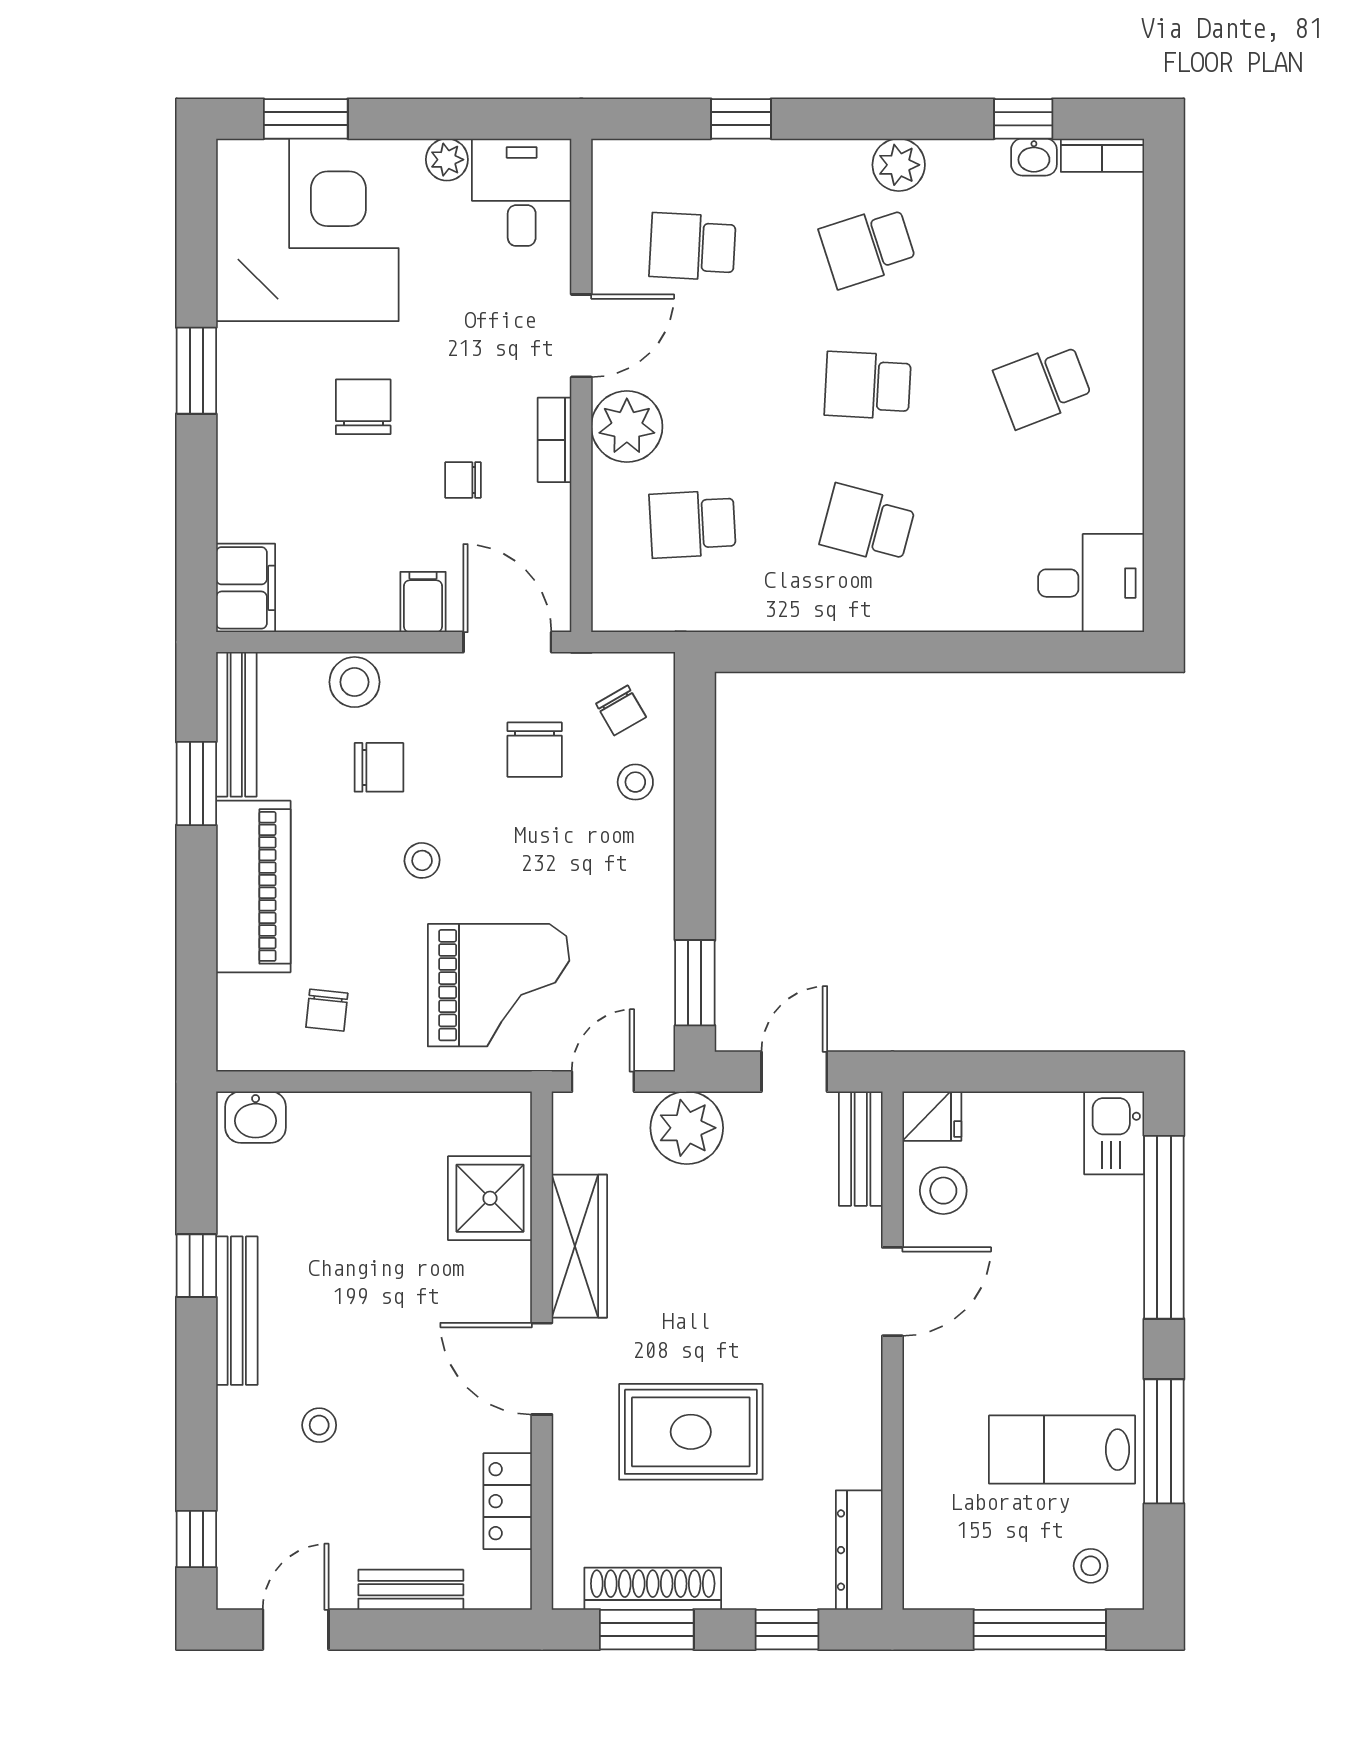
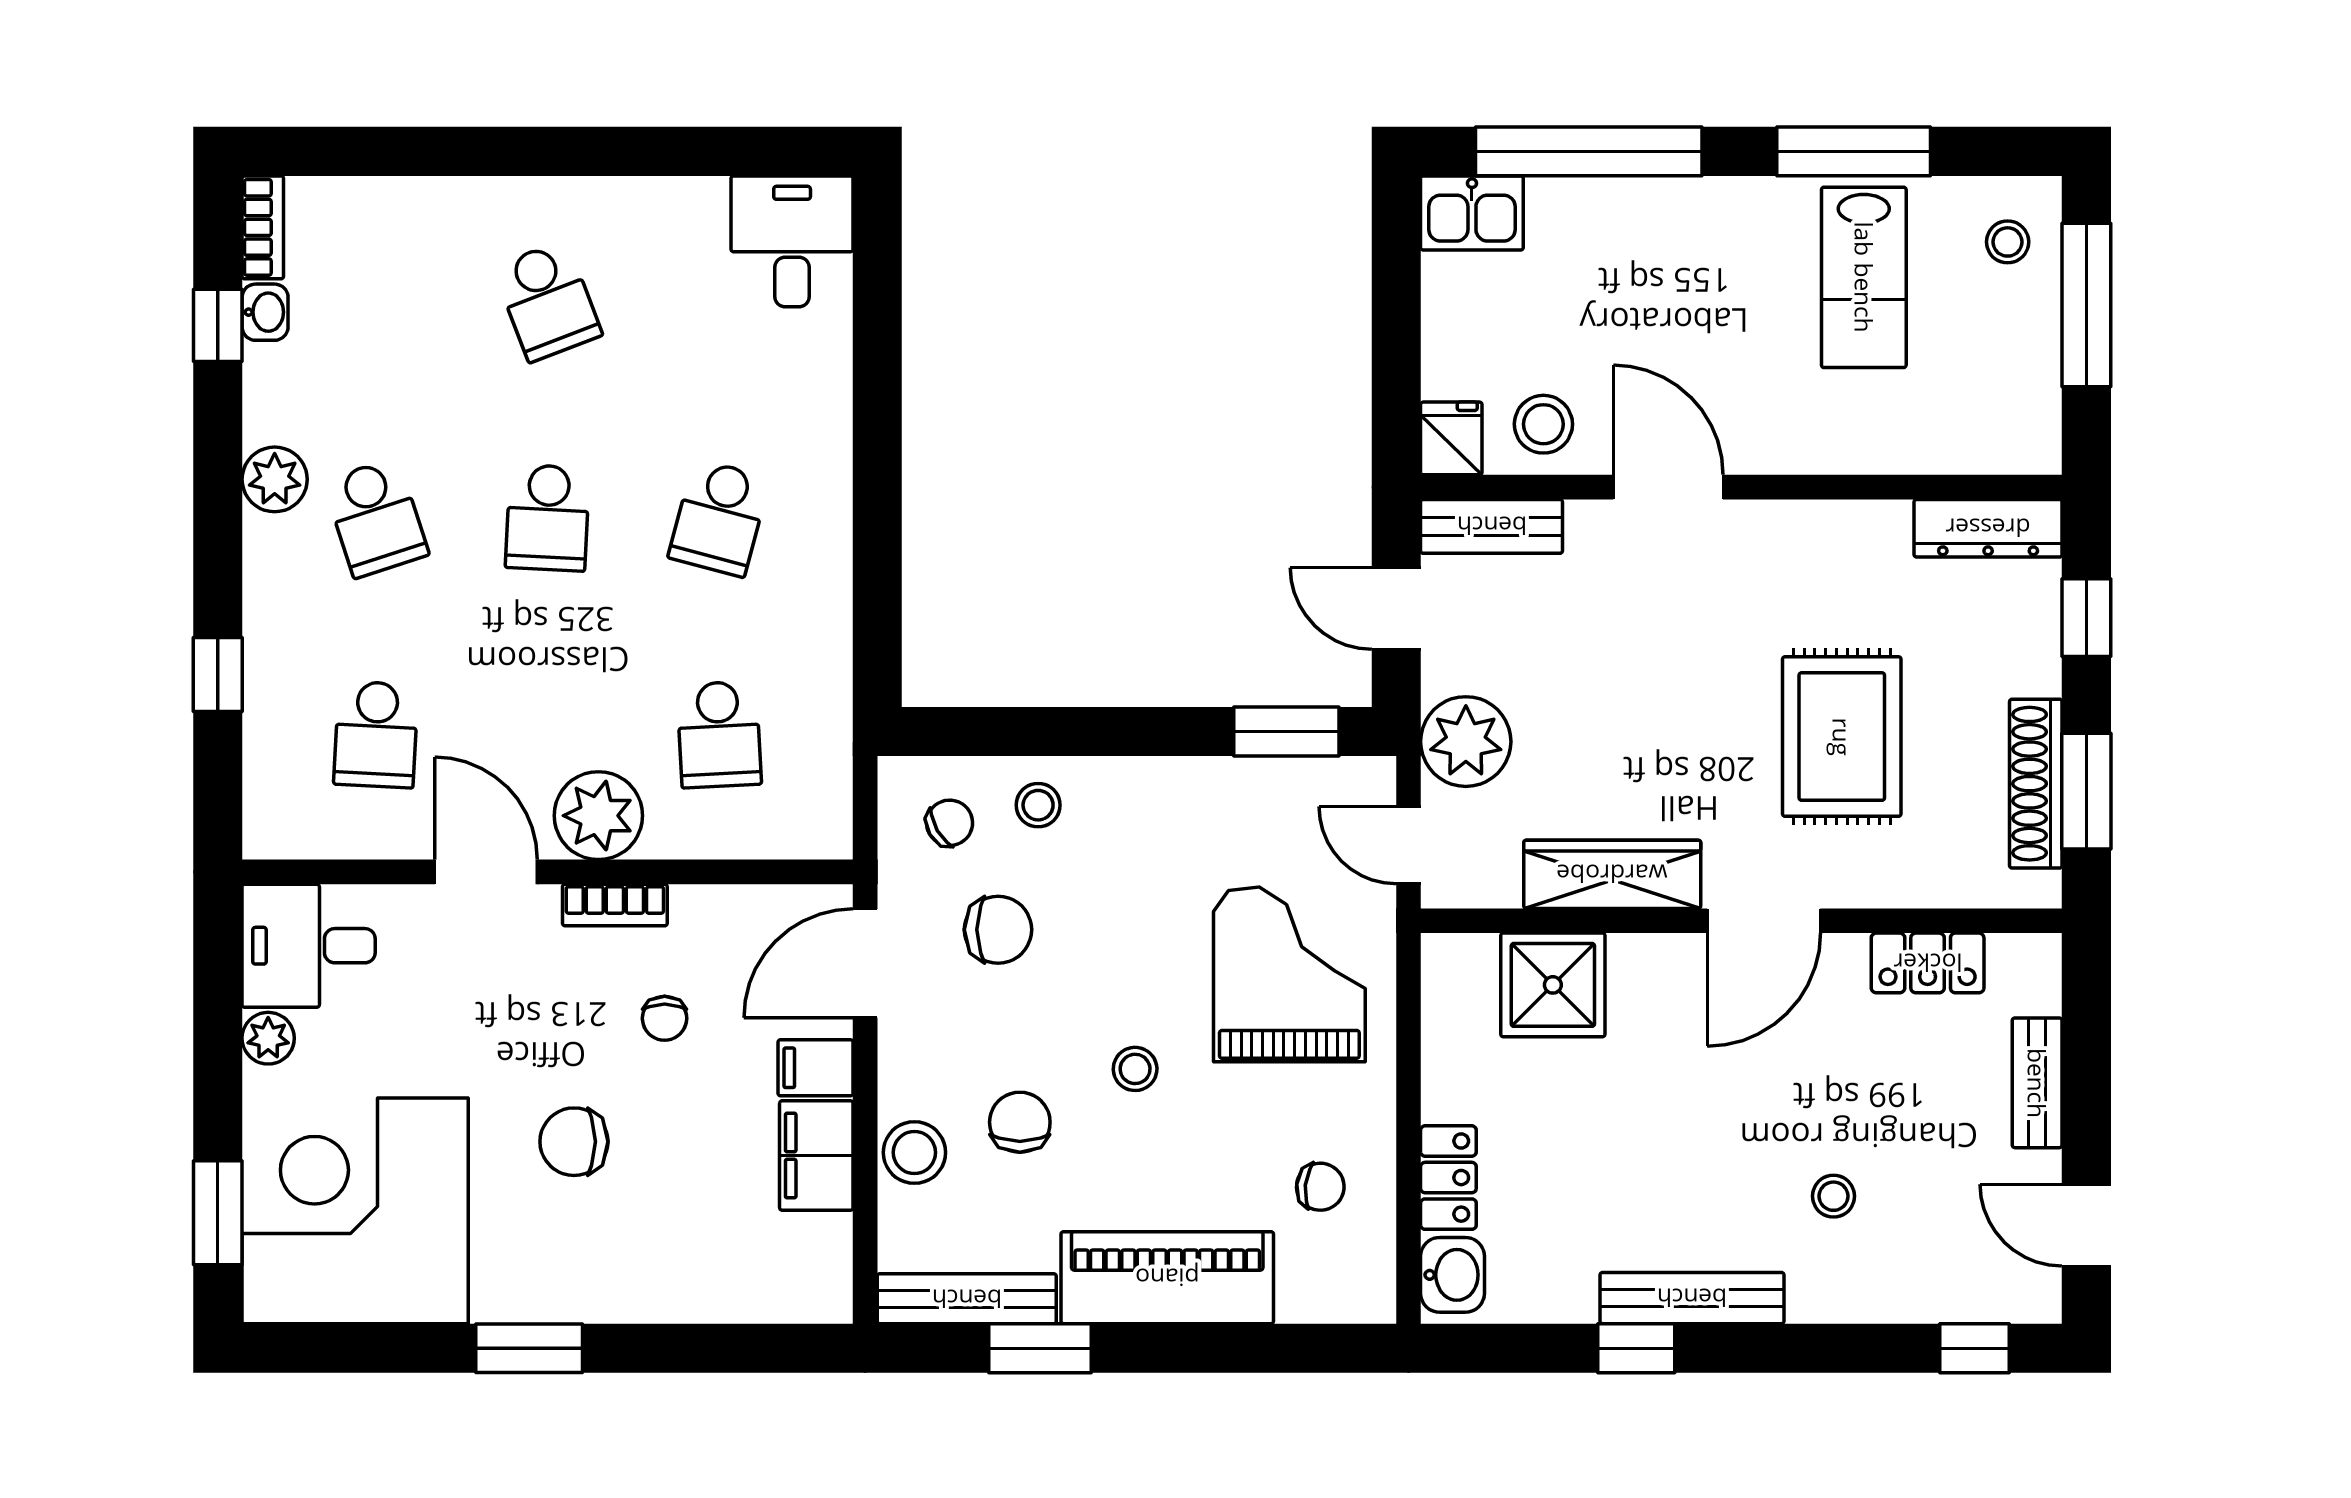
filing cabinet: (246, 588) -> (816, 1156), moved, turned -90
locker: (334, 1114) -> (1448, 1178), added

